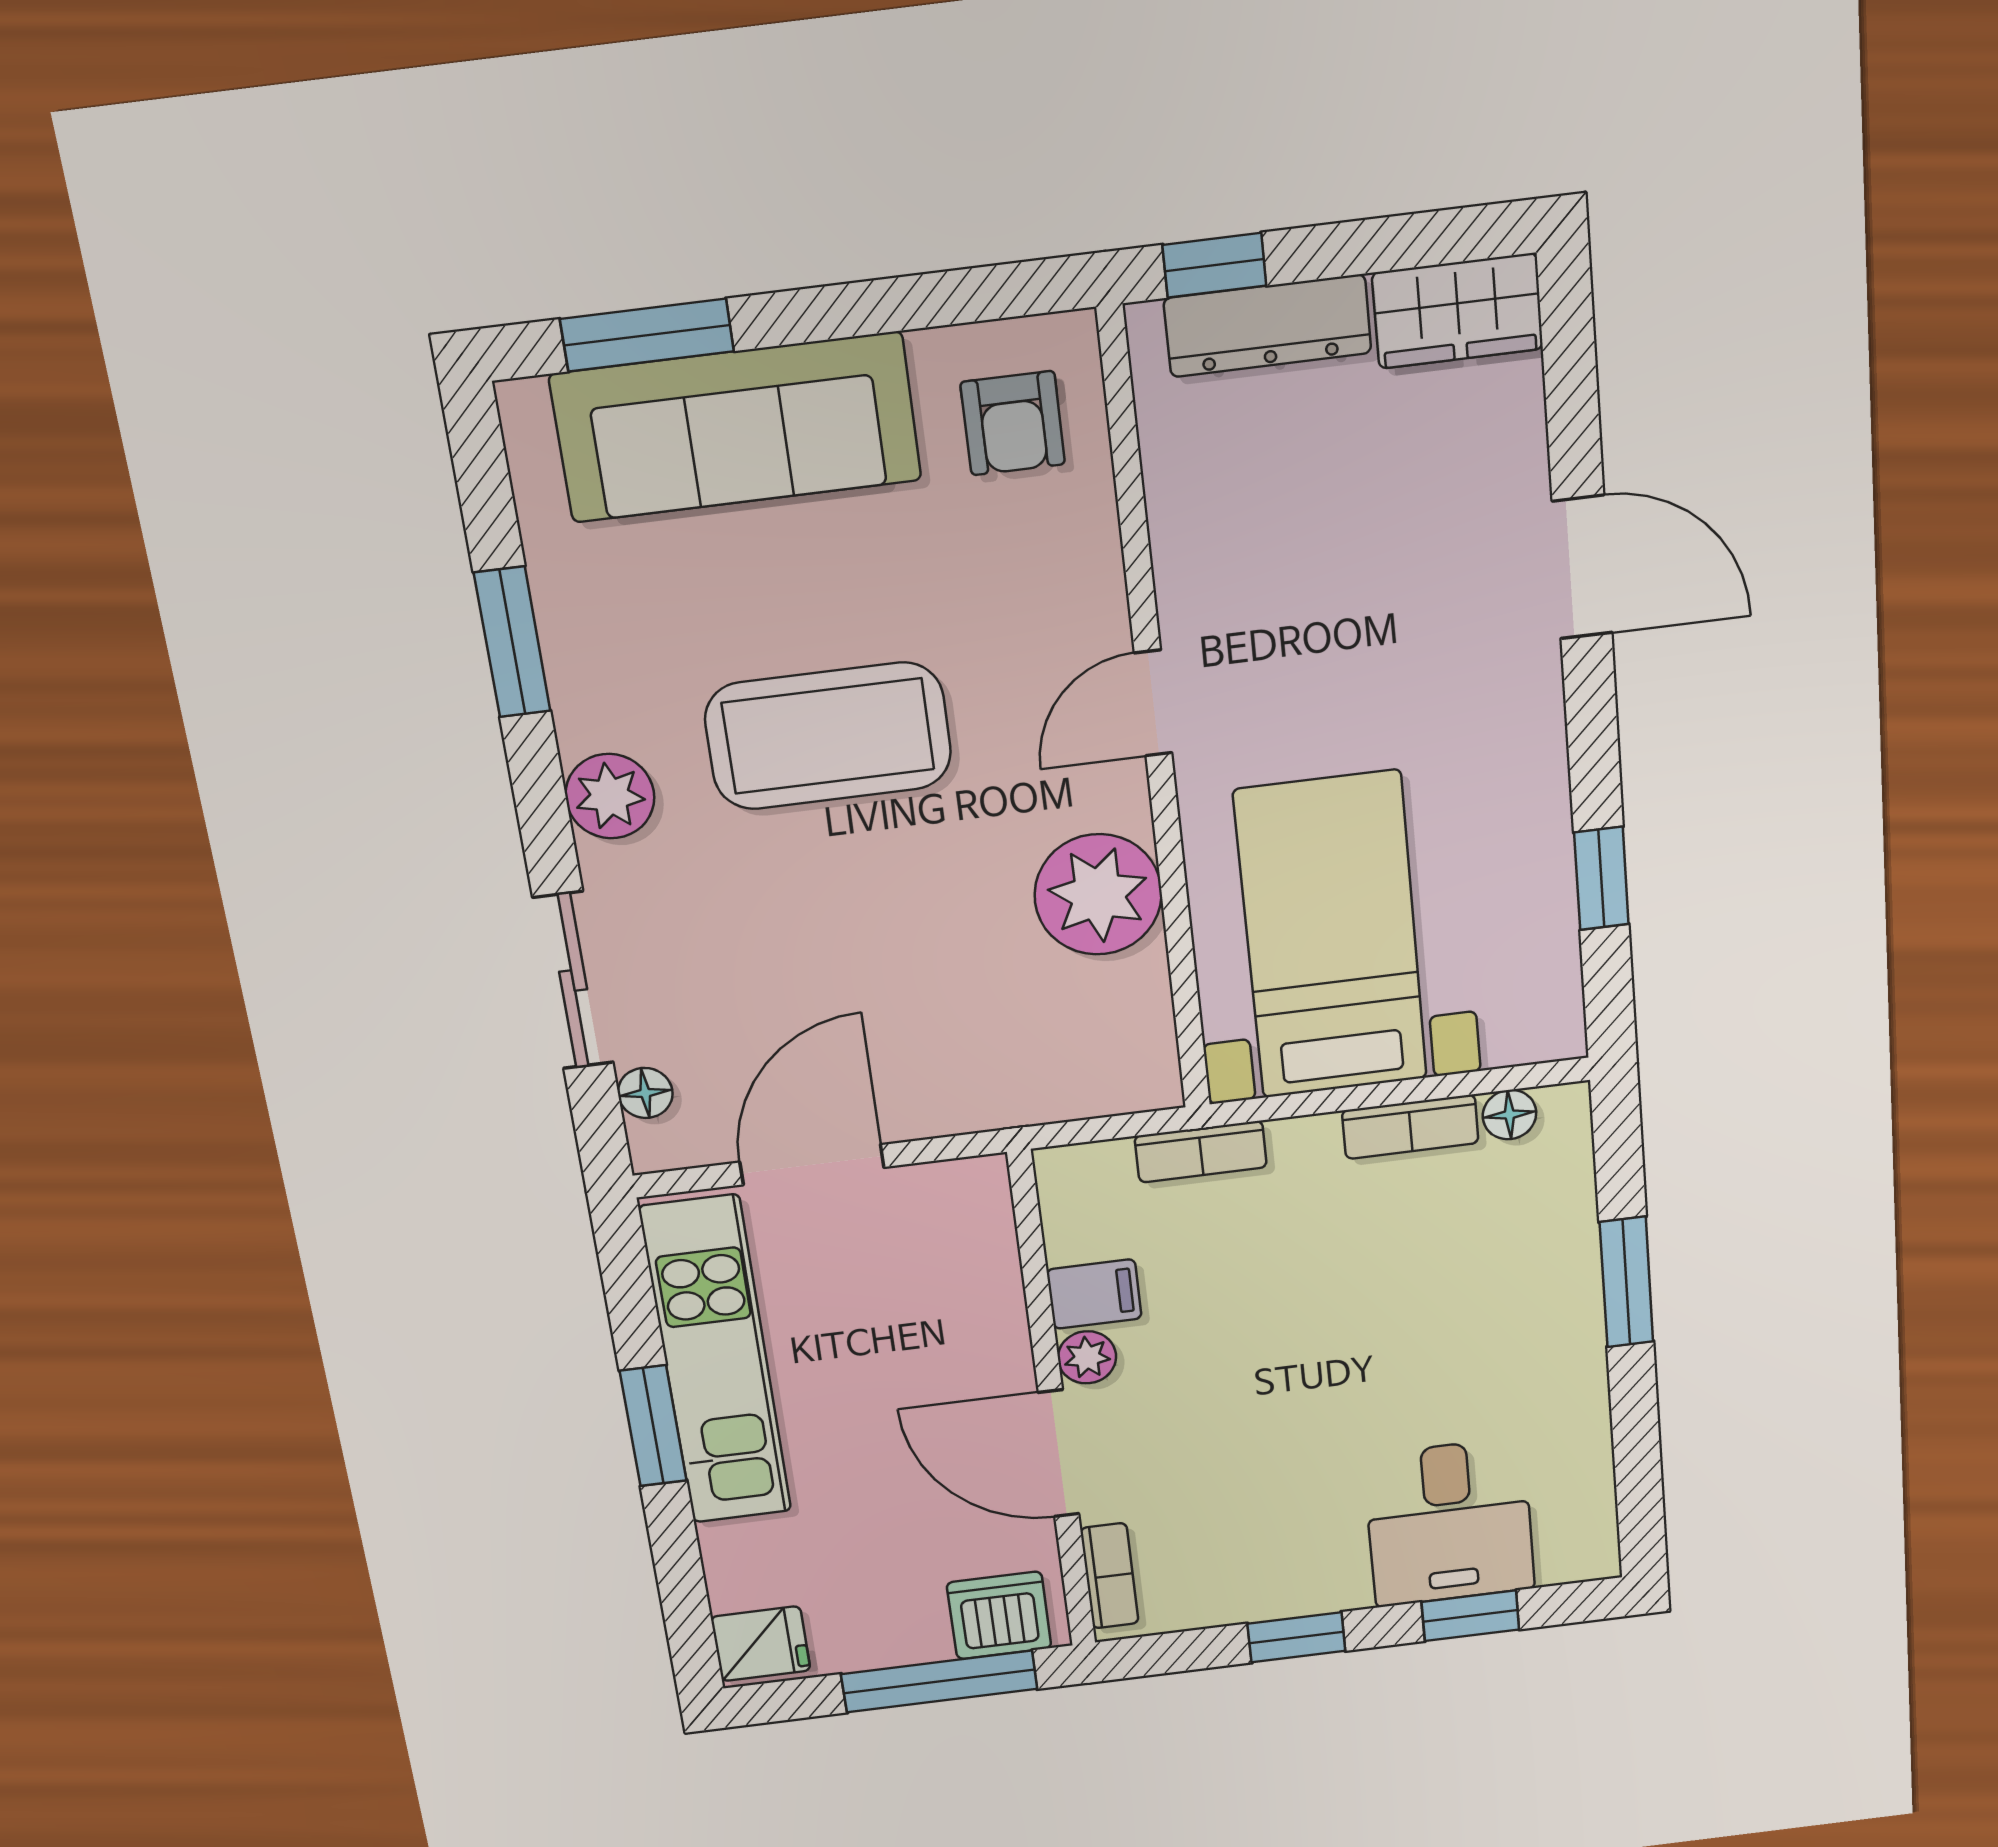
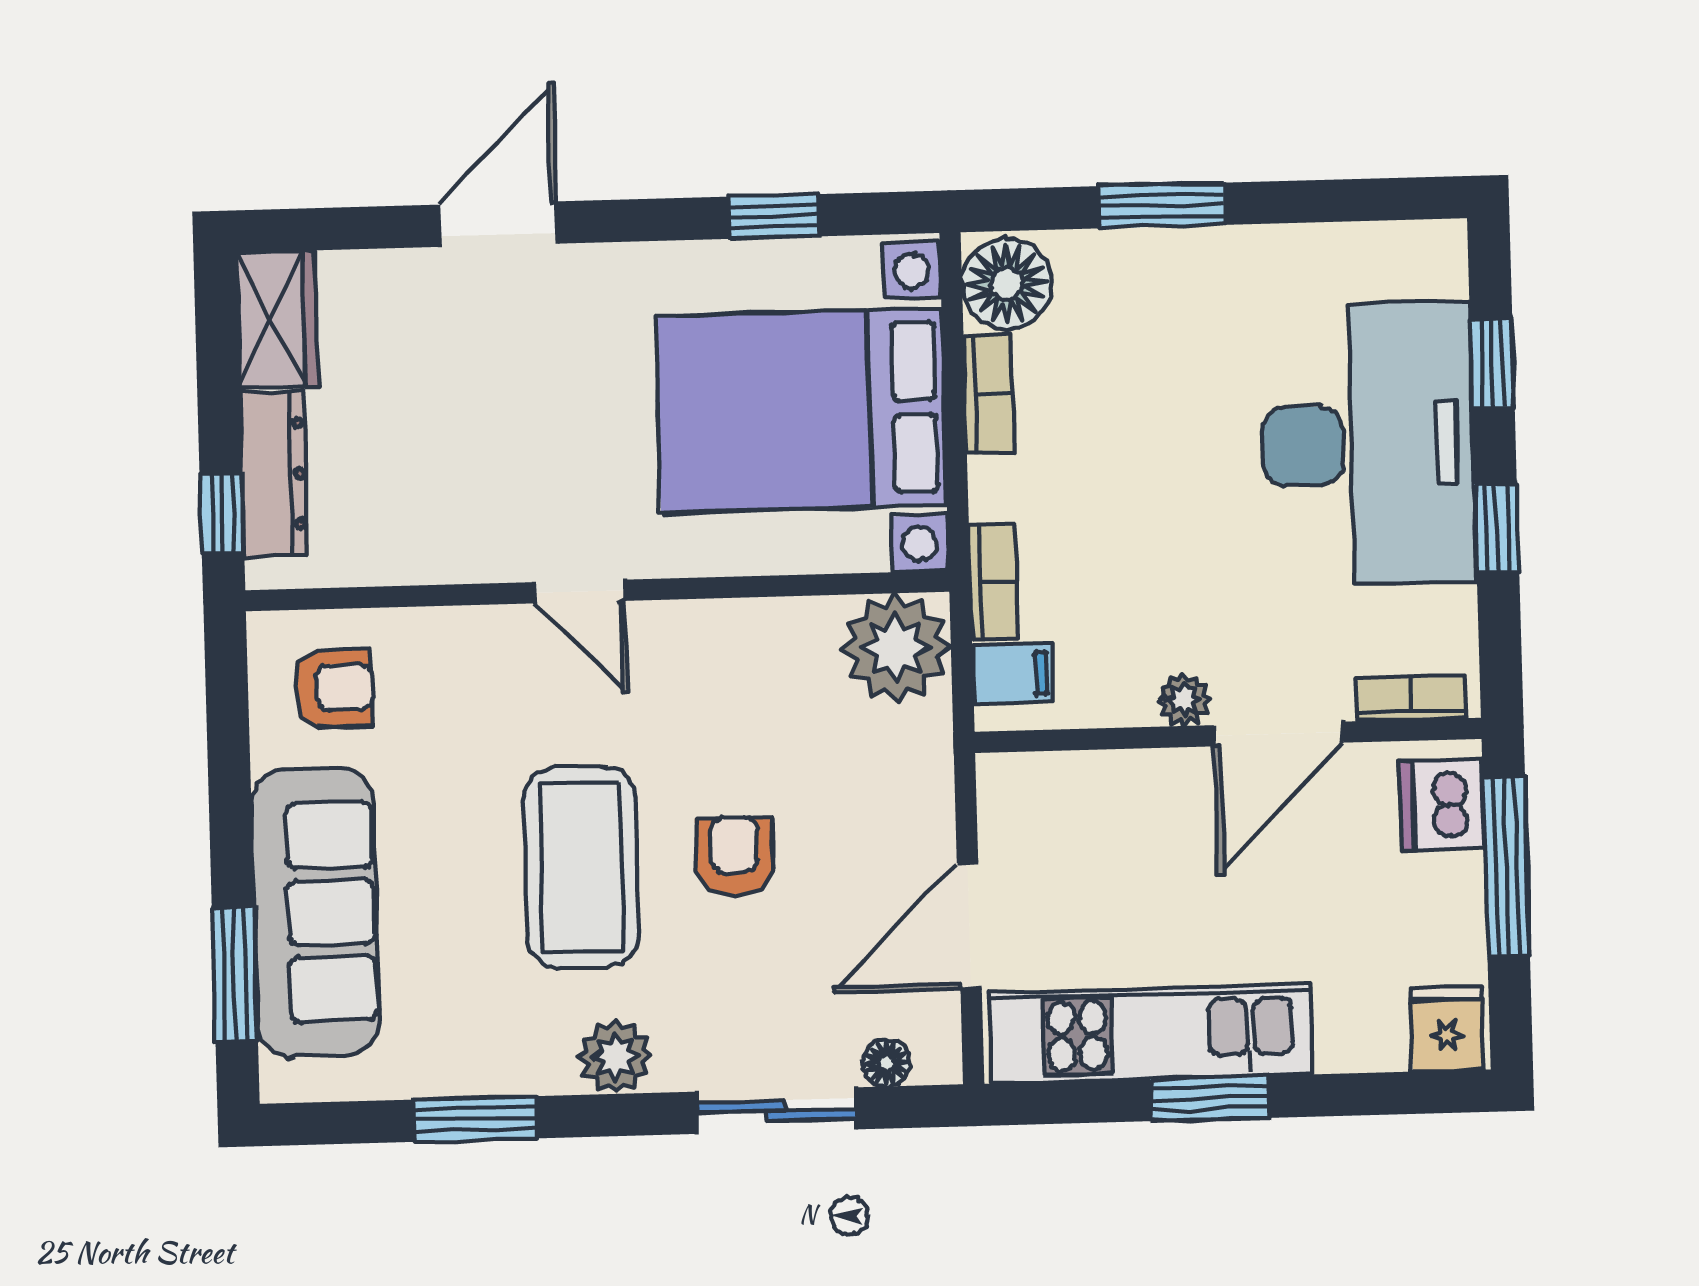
plant: (1098, 895) -> (896, 648), moved
armchair: (861, 906) -> (735, 856), added
bed with nightstands: (1331, 936) -> (801, 410), width x1.36
floor lamp: (1509, 1115) -> (1007, 284), width x1.89, depth x1.89
door: (812, 1165) -> (969, 926), hinge flipped
filing cabinet: (1094, 1294) -> (1013, 674), moved, turned 90
desk: (1449, 1522) -> (1368, 444), width x1.87, depth x1.30

